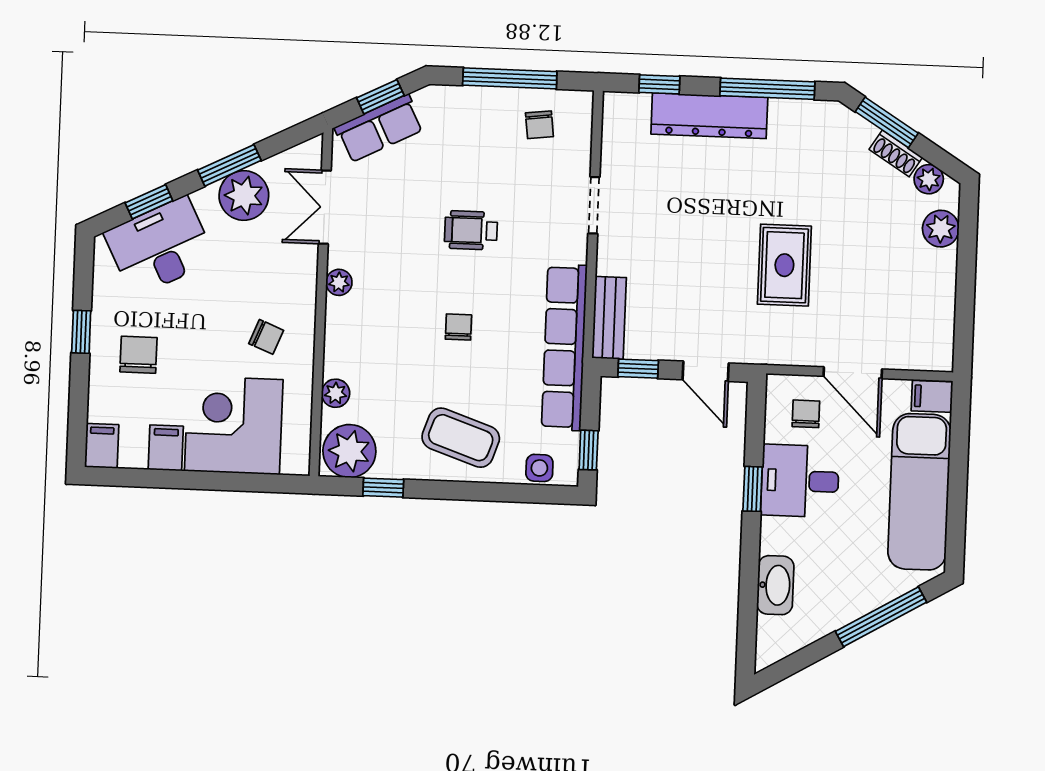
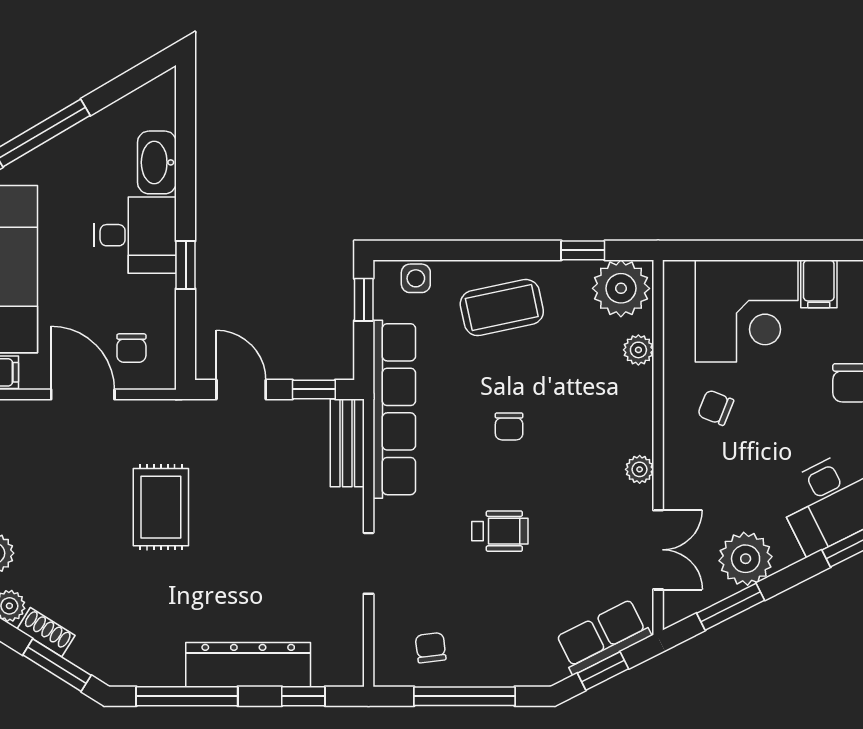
window: (229, 165) -> (731, 607), moved
coffee table: (461, 438) -> (502, 308), turned -31
desk: (800, 481) -> (135, 235), moved

